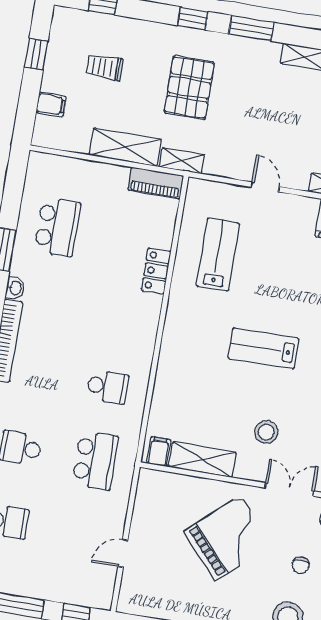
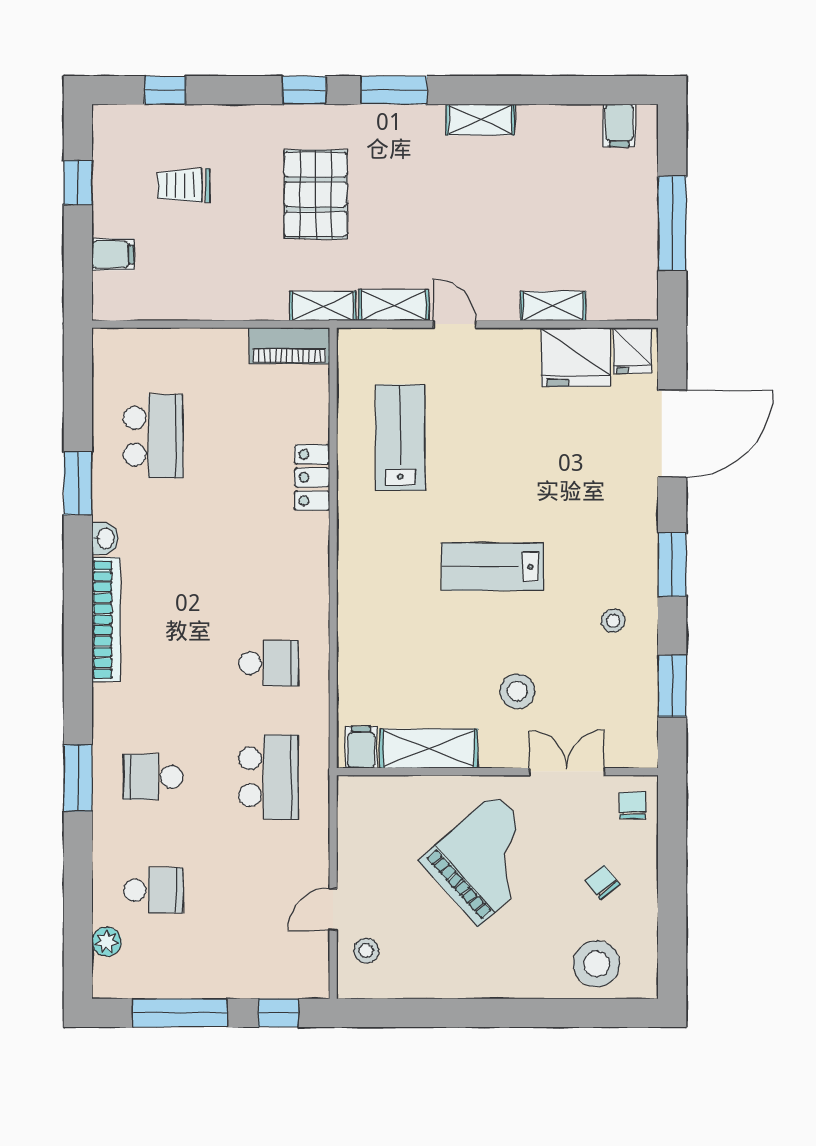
shelving: (125, 147) -> (394, 305), moved, width x0.67, depth x0.75
chair: (300, 565) -> (602, 882), turned 141
stool: (140, 584) -> (366, 951), added

